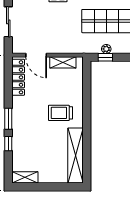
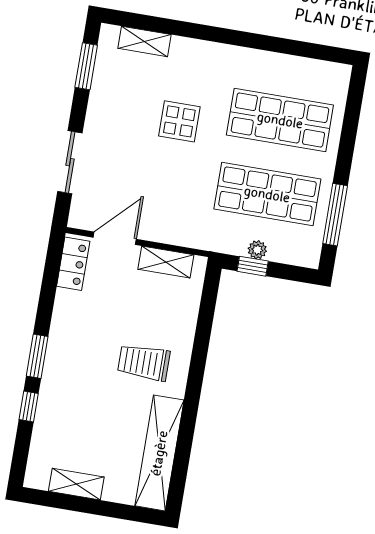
door: (36, 55) -> (115, 238), swing flipped
locker: (18, 77) -> (73, 264), width x0.66
shelving: (25, 177) -> (76, 484), moved

